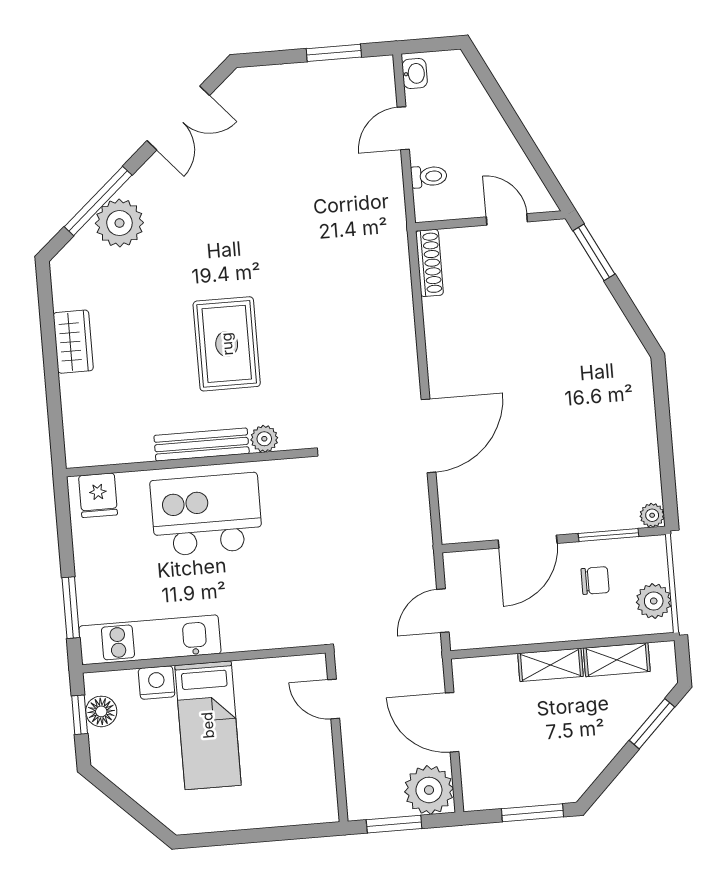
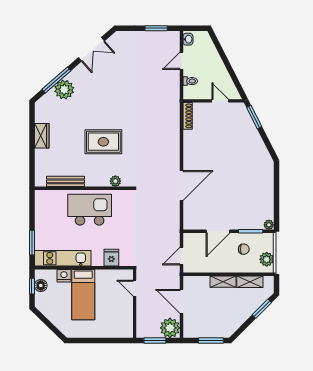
rug: (227, 344) -> (103, 142), turned 90
bench: (202, 445) -> (65, 181), moved
fridge: (98, 495) -> (111, 258), moved, turned 180

